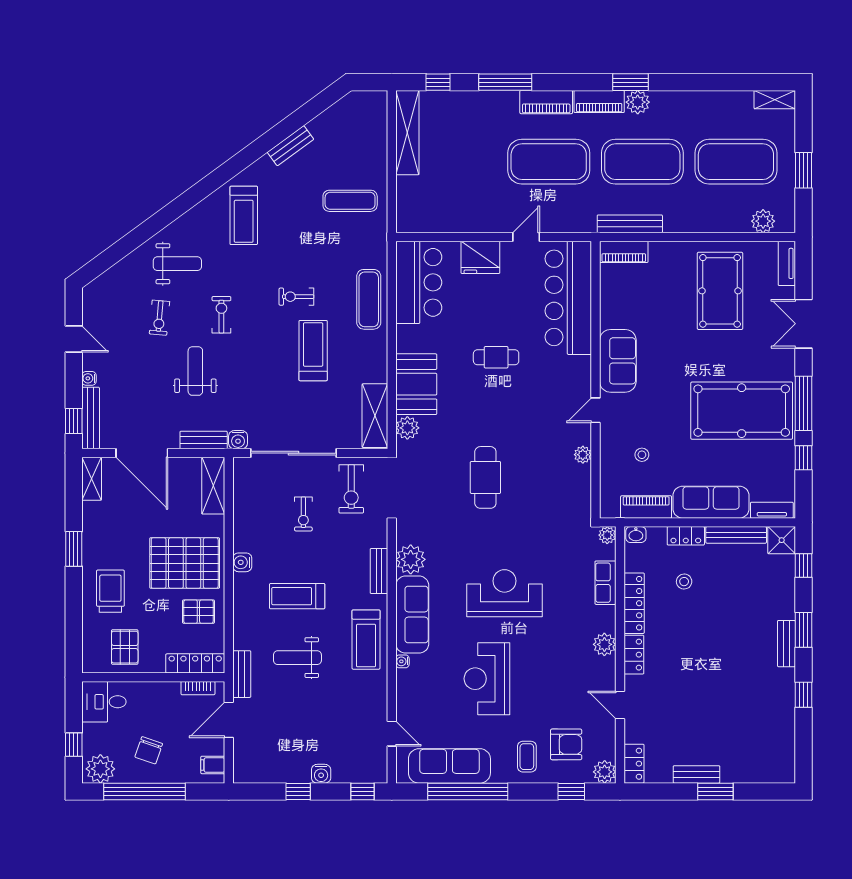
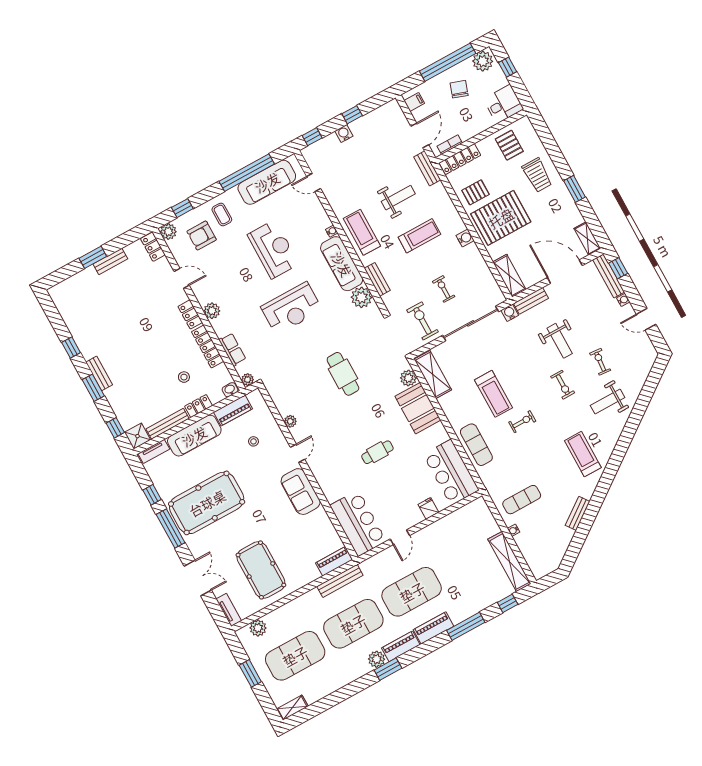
water cooler: (381, 168) -> (514, 530), added
fridge: (480, 257) -> (428, 508), width x0.53, depth x0.75
bar counter: (568, 298) -> (358, 523), width x0.73

